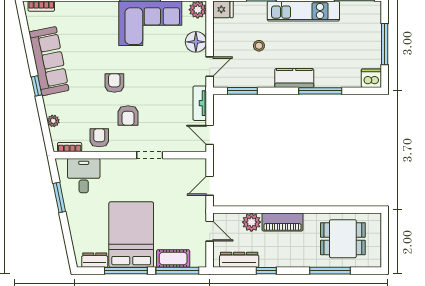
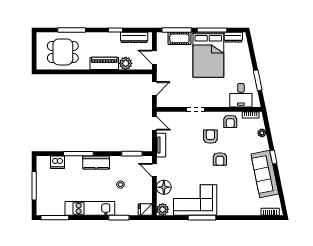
door: (210, 67) -> (154, 170), hinge flipped
dishwasher: (371, 78) -> (57, 162), moved

